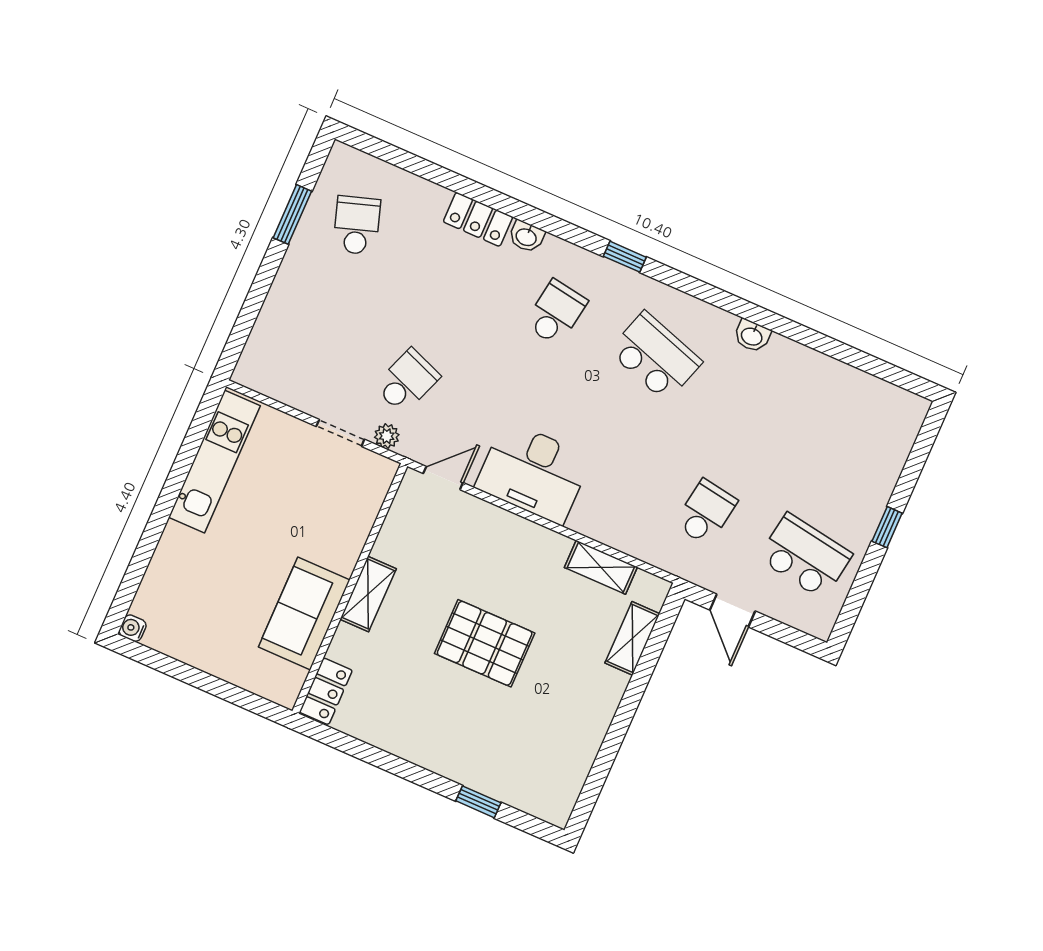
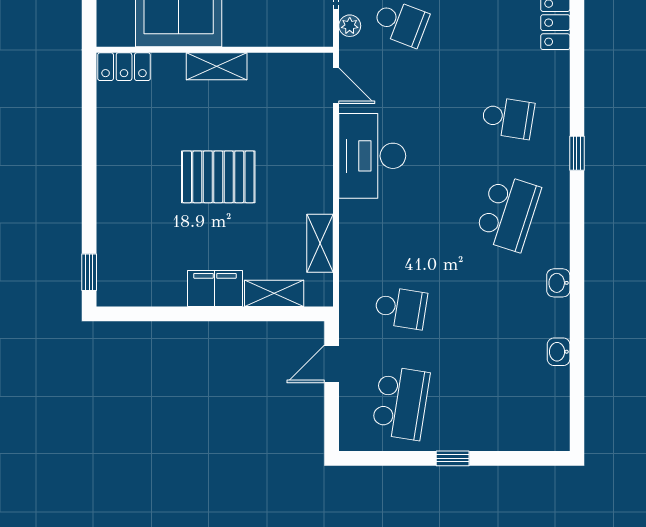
washbasin: (526, 237) -> (559, 352), moved
pallet: (485, 643) -> (218, 177), turned 90
filing cabinet: (600, 698) -> (215, 289), added
window: (478, 802) -> (89, 272), moved

